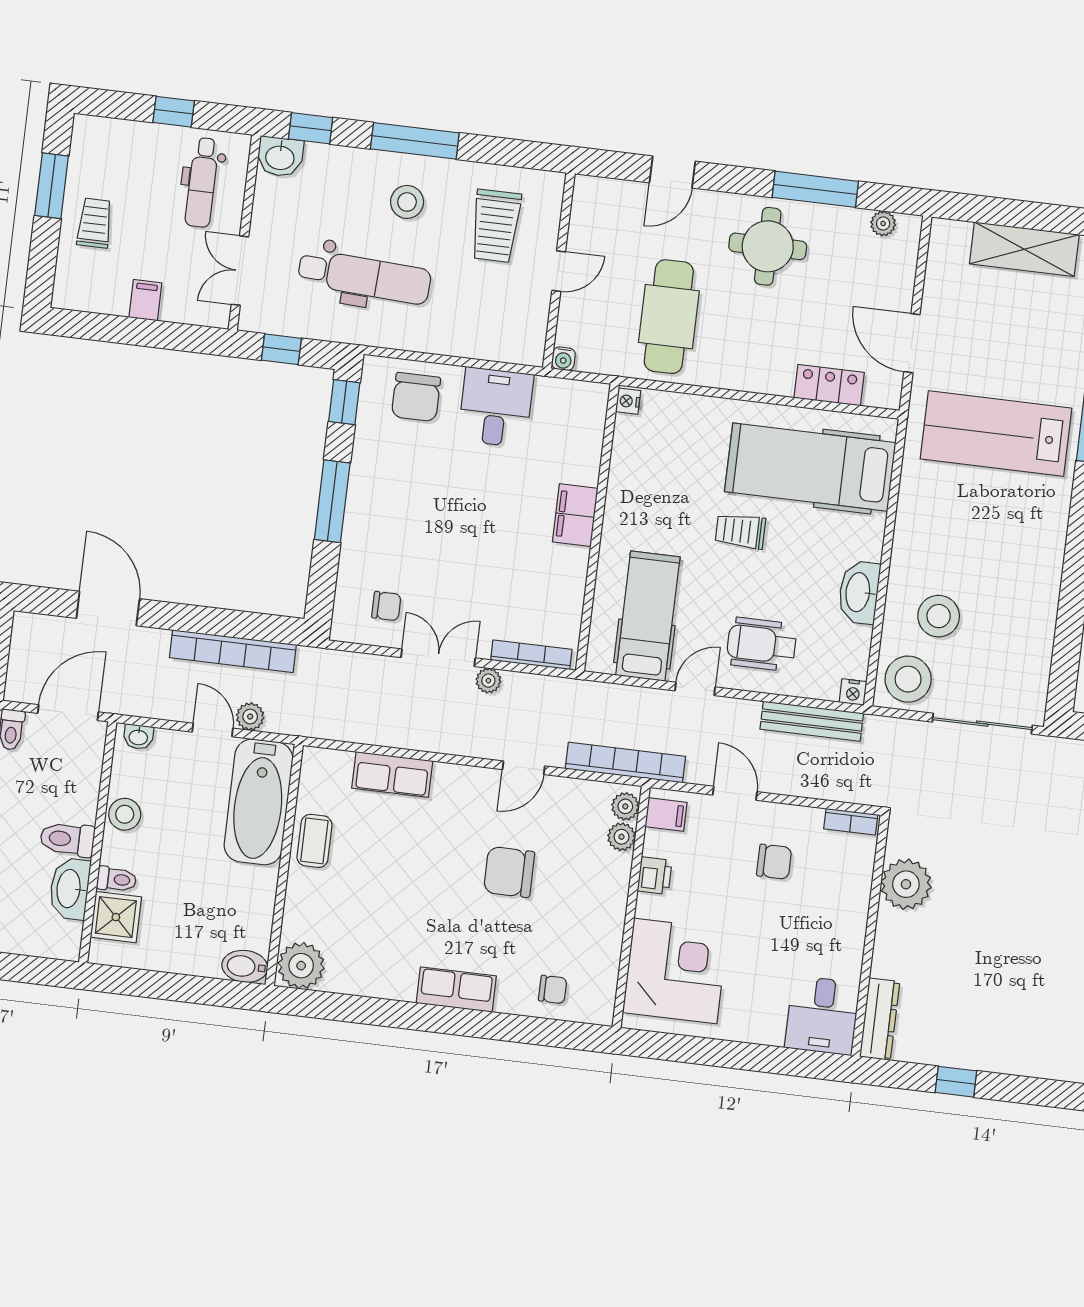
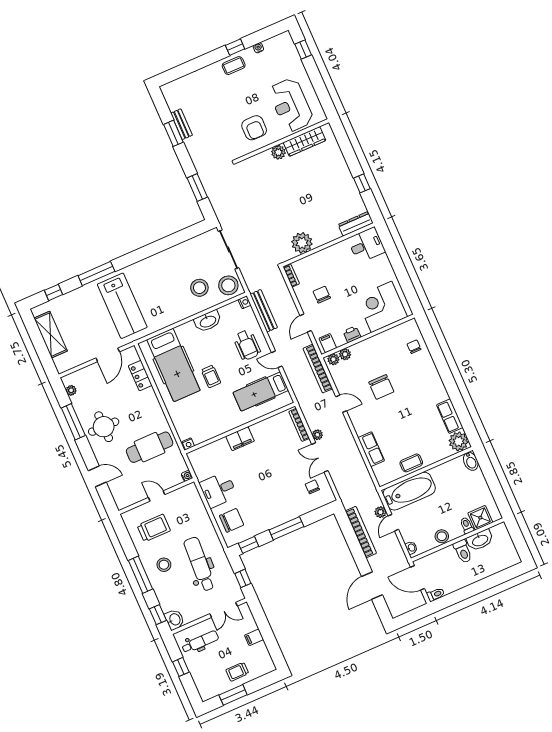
row of seats: (456, 990) -> (450, 416), moved

